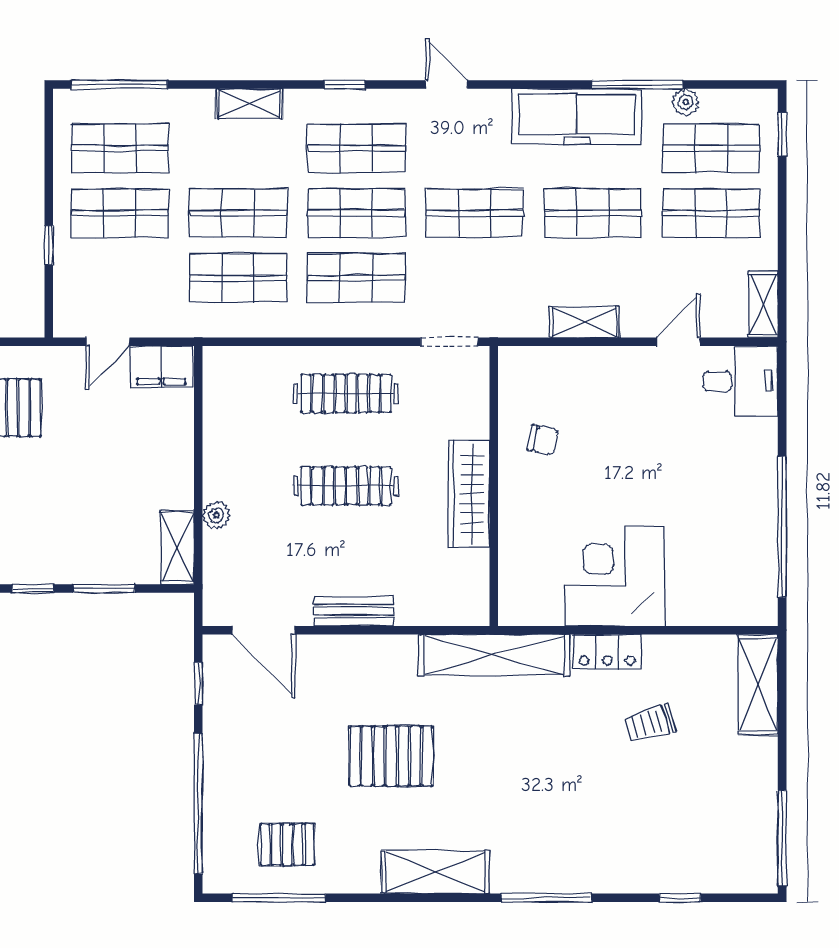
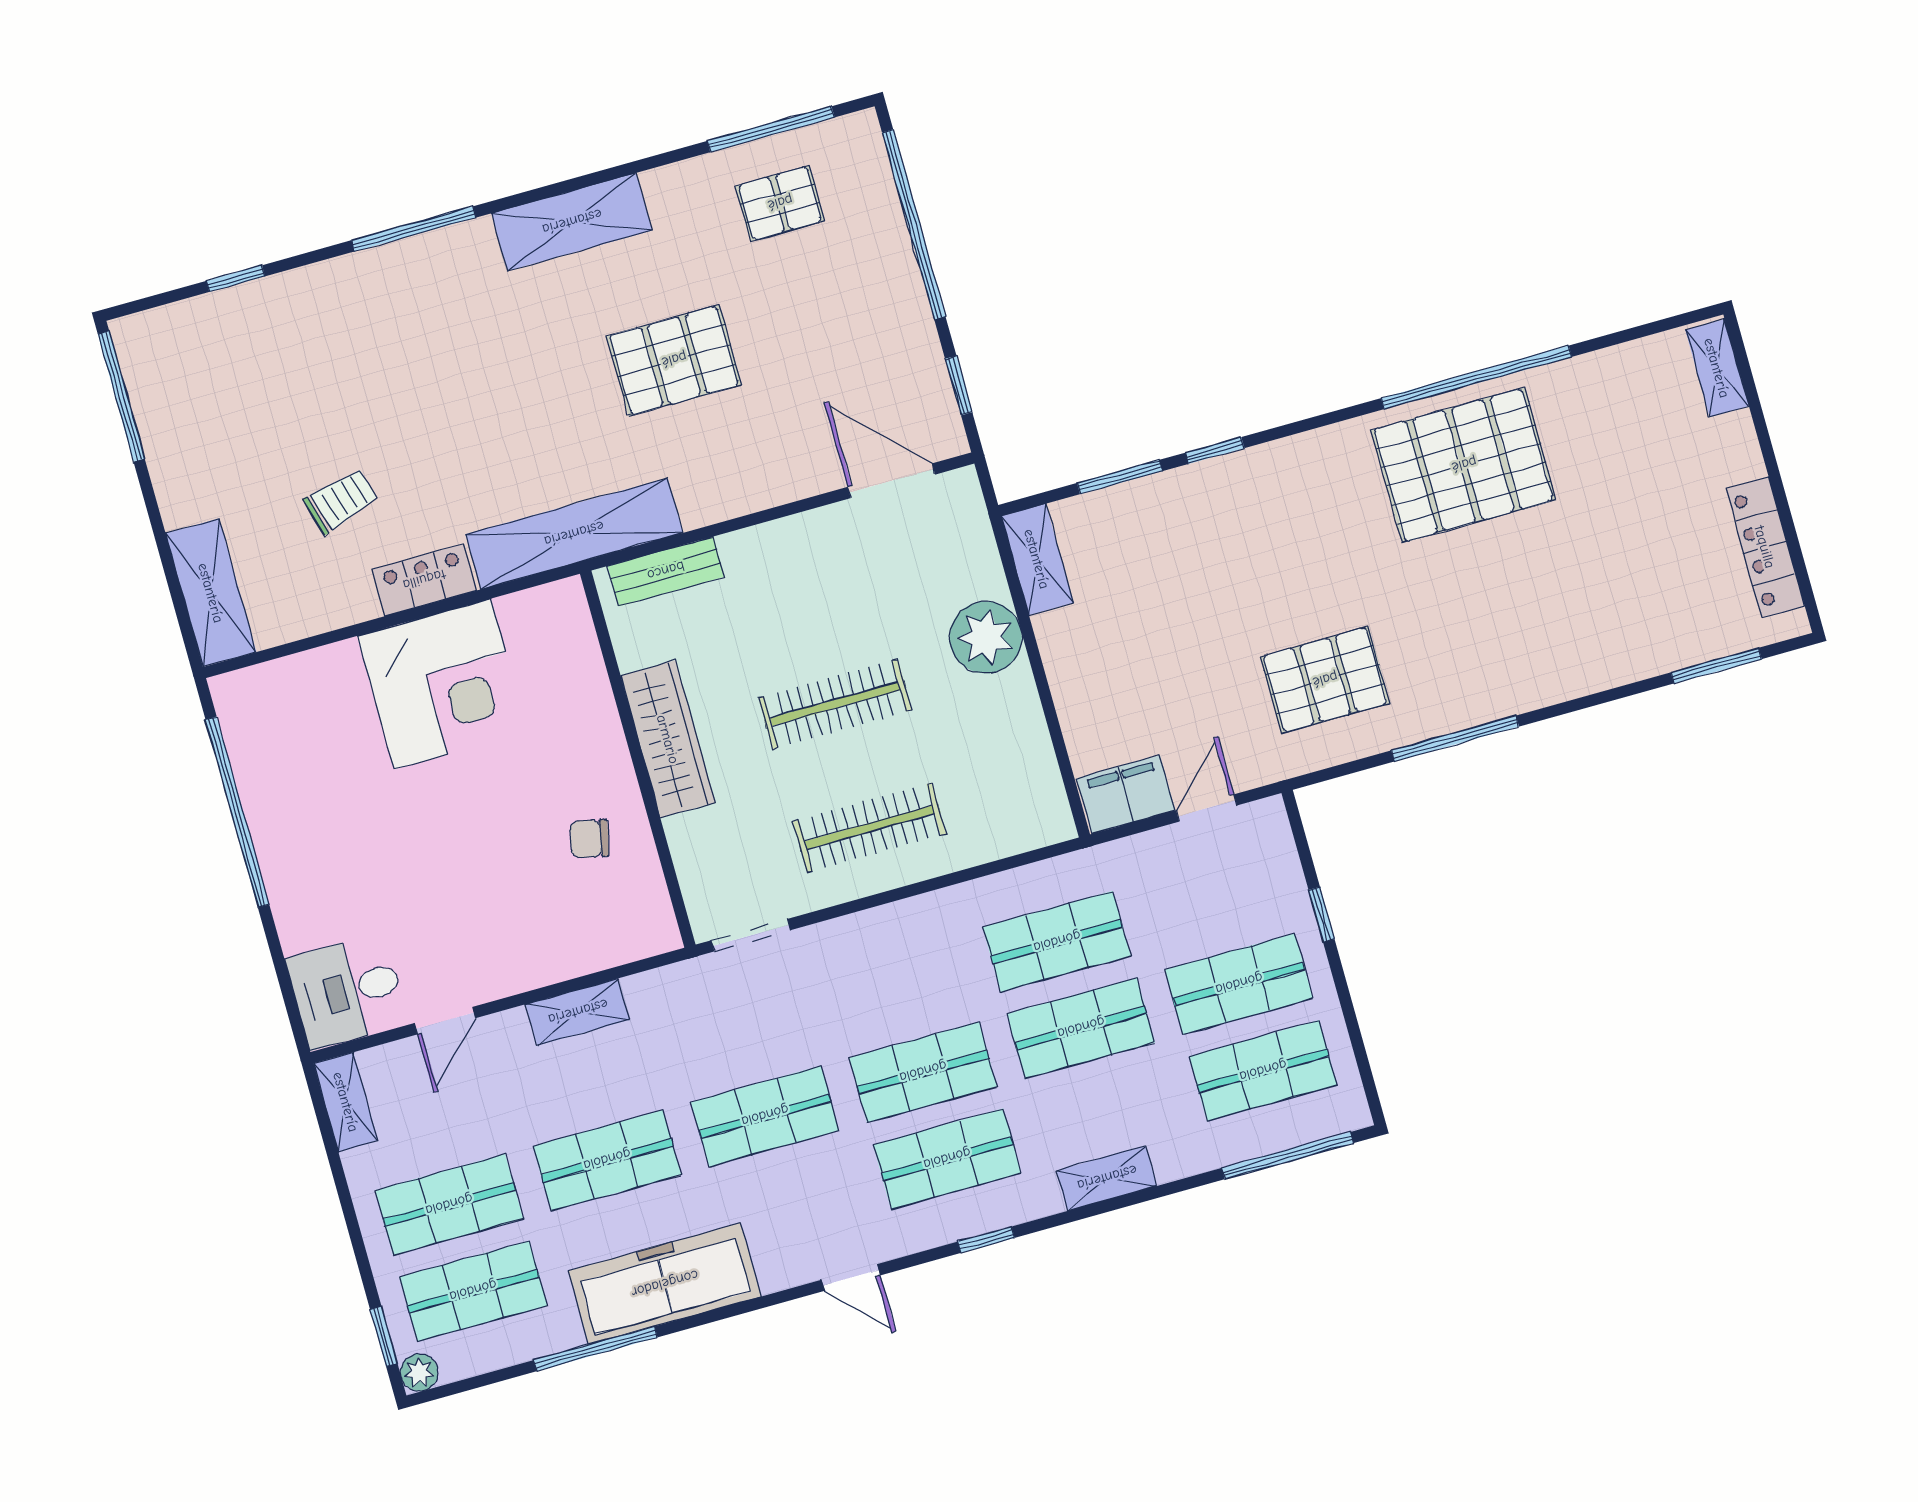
plant: (686, 102) -> (419, 1373), moved
shop shelf: (356, 278) -> (899, 986), removed
plant: (216, 515) -> (986, 637), width x1.88, depth x1.88
bench: (354, 611) -> (666, 571), moved

